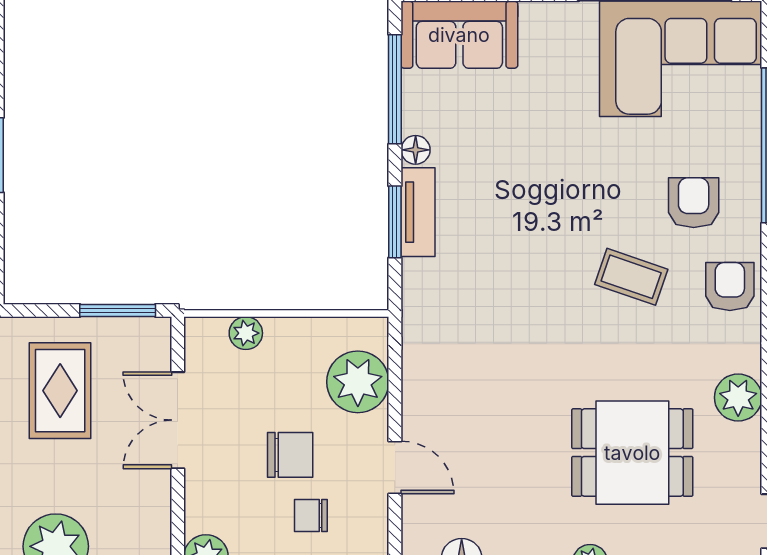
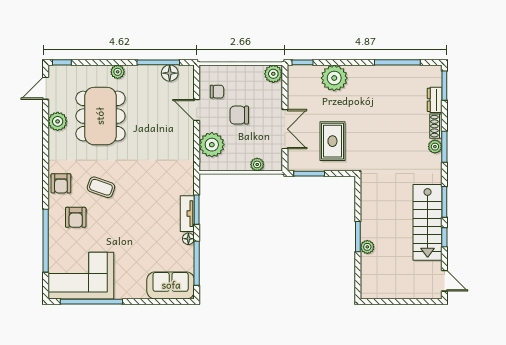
plant: (738, 397) -> (58, 121), moved
dining table: (632, 453) -> (100, 116), width x1.38
chair: (311, 515) -> (217, 92), moved

